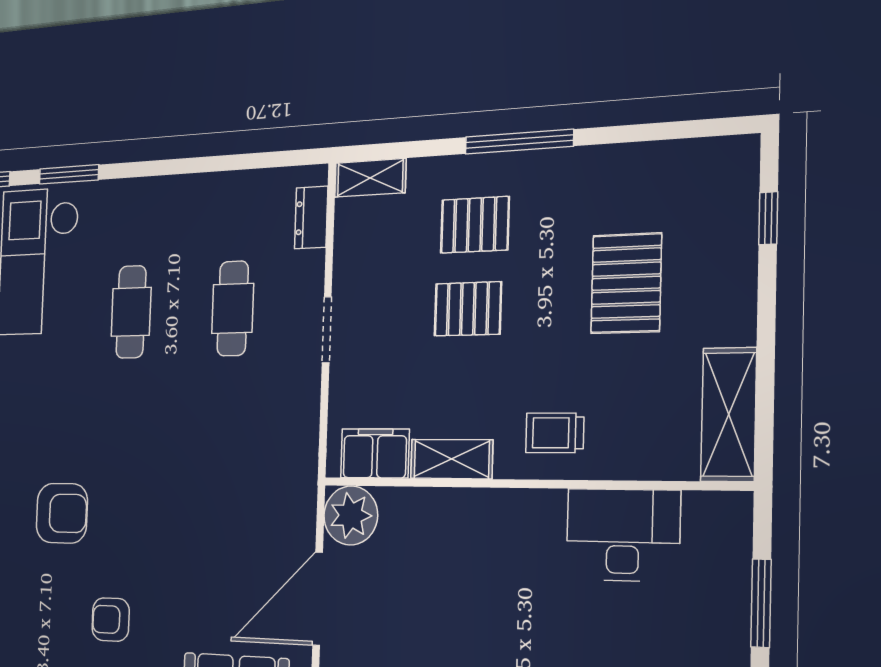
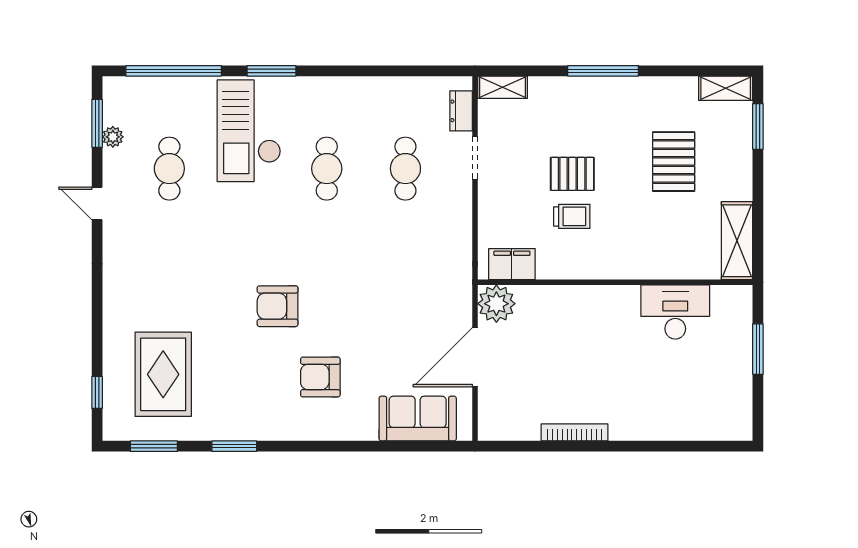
window: (768, 218) -> (758, 127), width x1.50
pallet: (475, 225) -> (575, 121), removed
doorway: (327, 330) -> (475, 158), moved
trolley: (555, 433) -> (572, 216), moved, turned 180
shelving: (452, 459) -> (726, 88), moved
armchair: (62, 513) -> (278, 306), turned 180
armchair: (111, 620) -> (320, 377), width x1.38, depth x1.38

